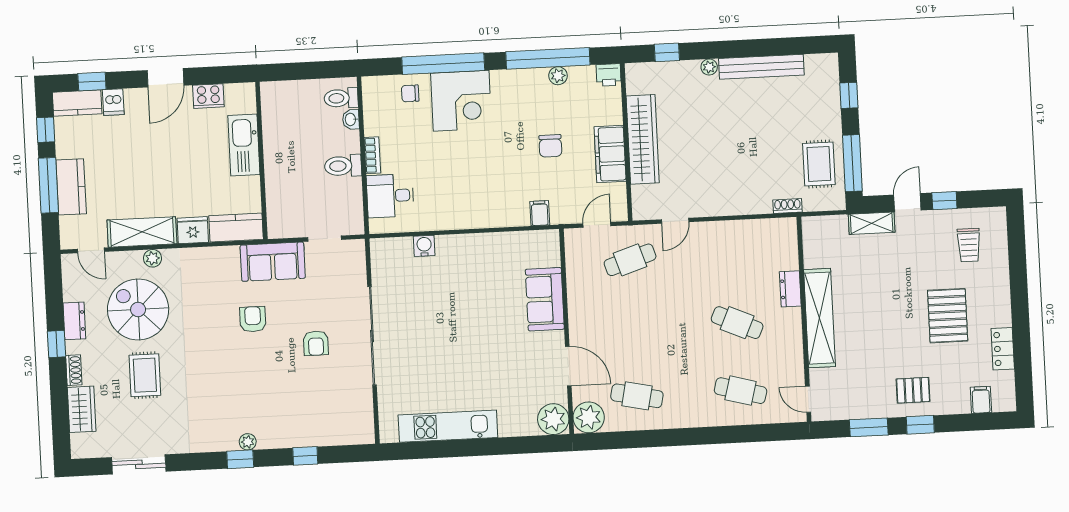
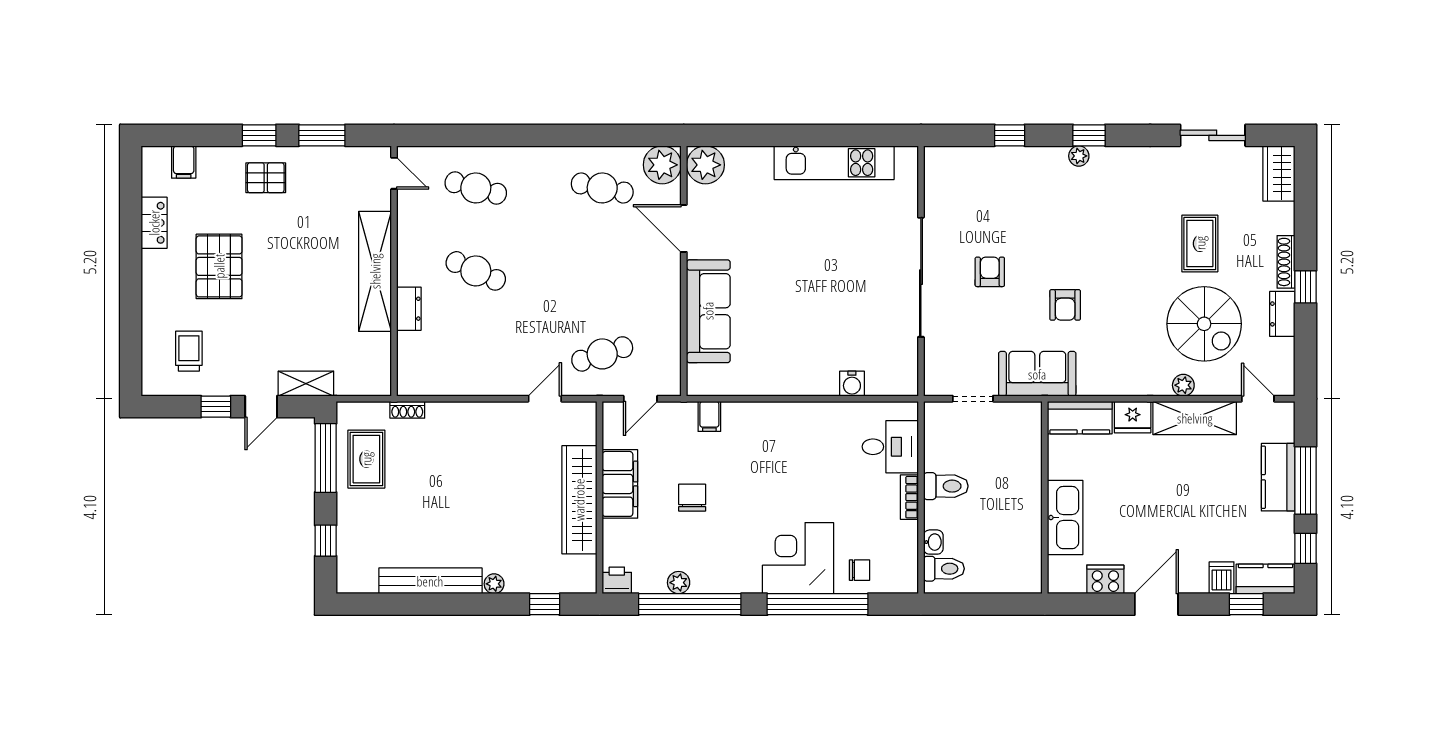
sofa: (545, 299) -> (708, 311), width x1.36
shoe rack: (74, 370) -> (1286, 262), width x1.43
wardrobe: (82, 409) -> (1279, 174), moved

